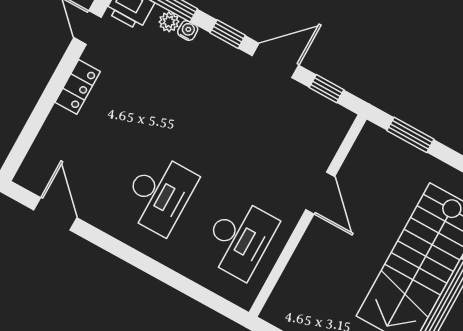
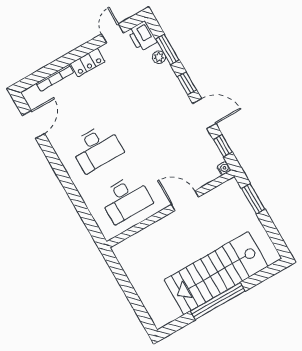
water cooler: (188, 31) -> (224, 168), moved
bookcase: (46, 134) -> (55, 78), added
door: (320, 193) -> (185, 201), swing flipped

